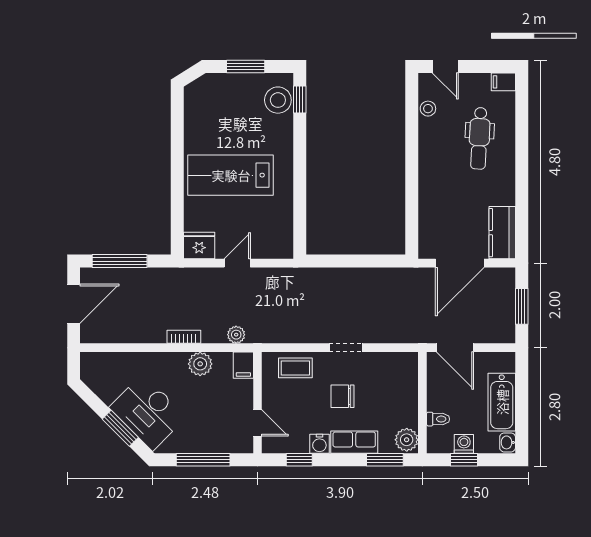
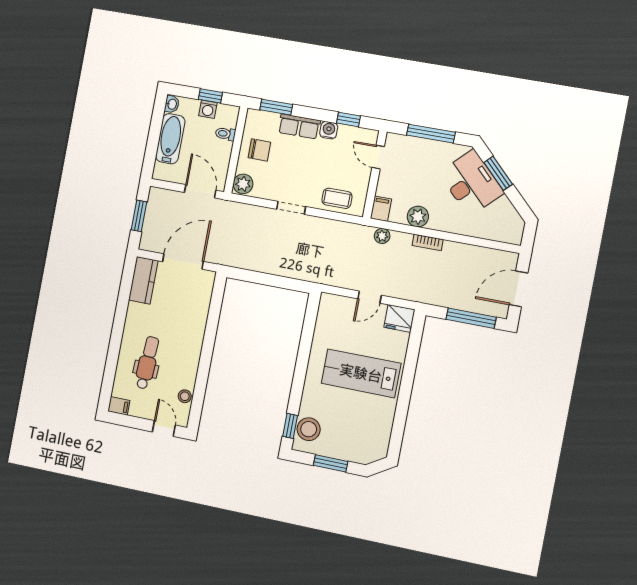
lab bench: (231, 175) -> (361, 373), turned 180
chair: (343, 396) -> (259, 150), moved
plant: (407, 440) -> (243, 184), moved

